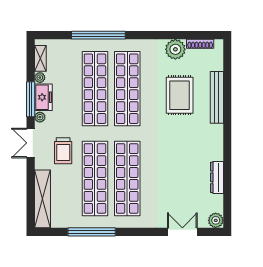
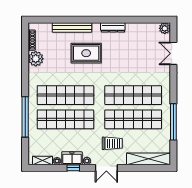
rug: (180, 95) -> (86, 53), moved
window: (31, 99) -> (73, 168), width x0.46
dresser: (217, 177) -> (113, 27), moved

